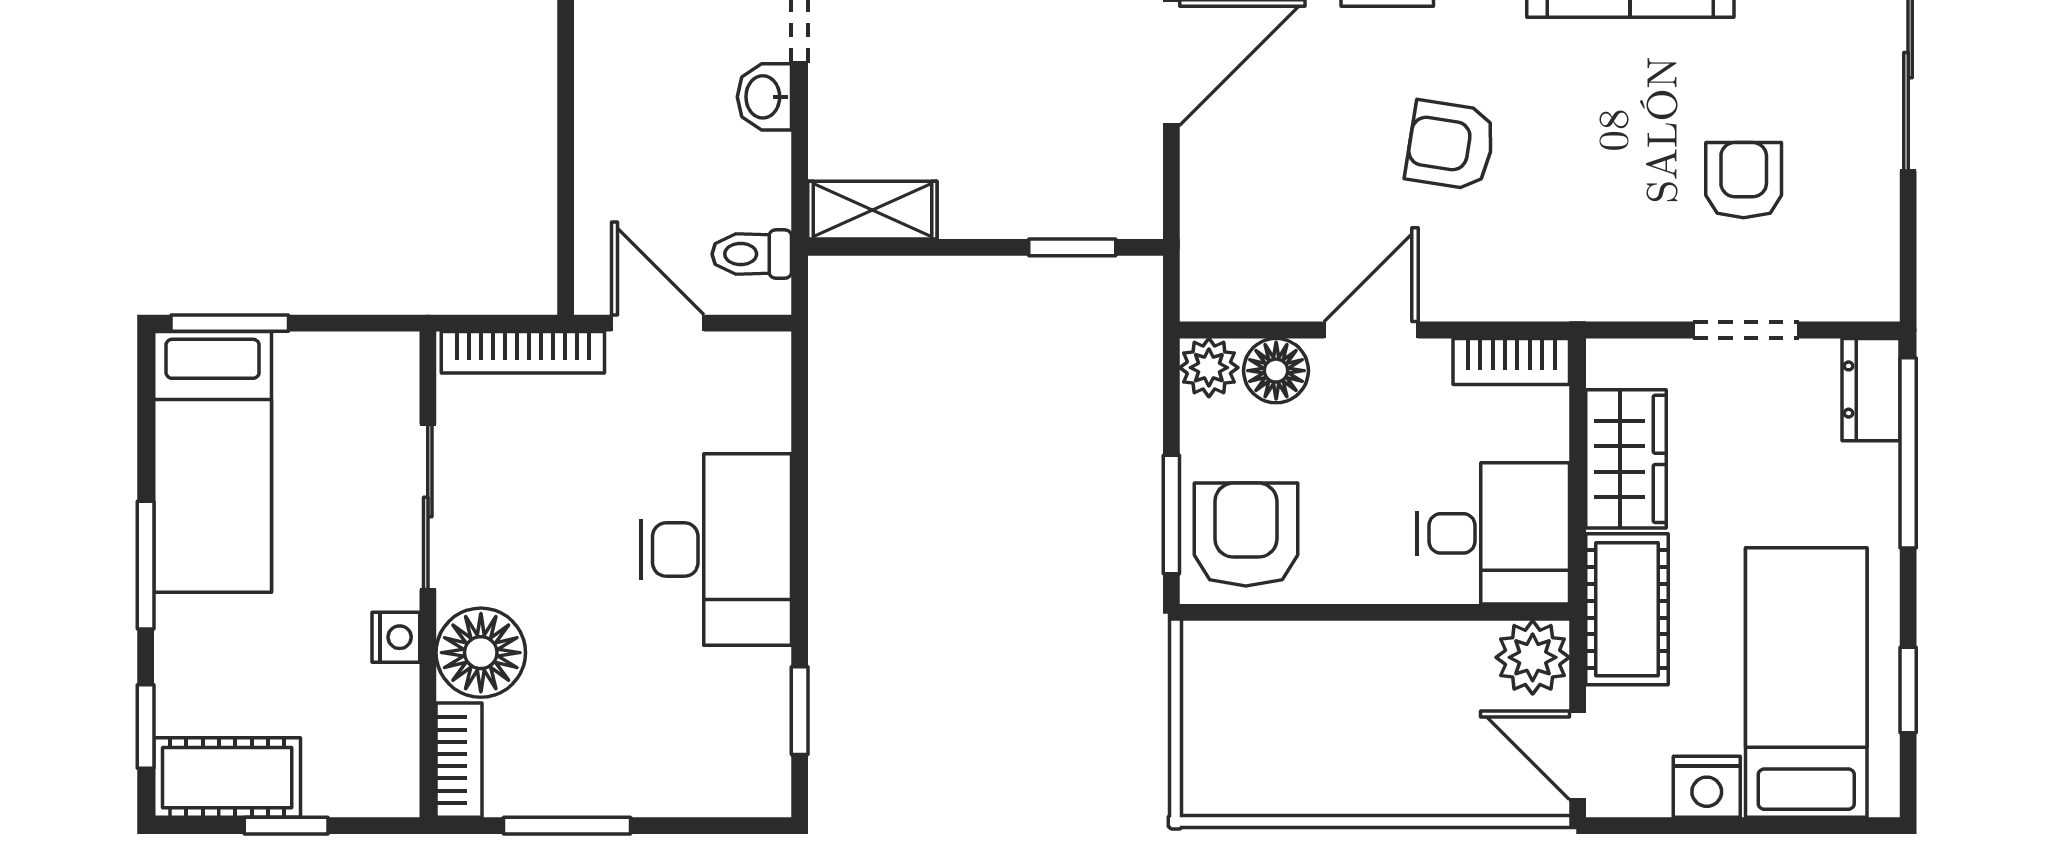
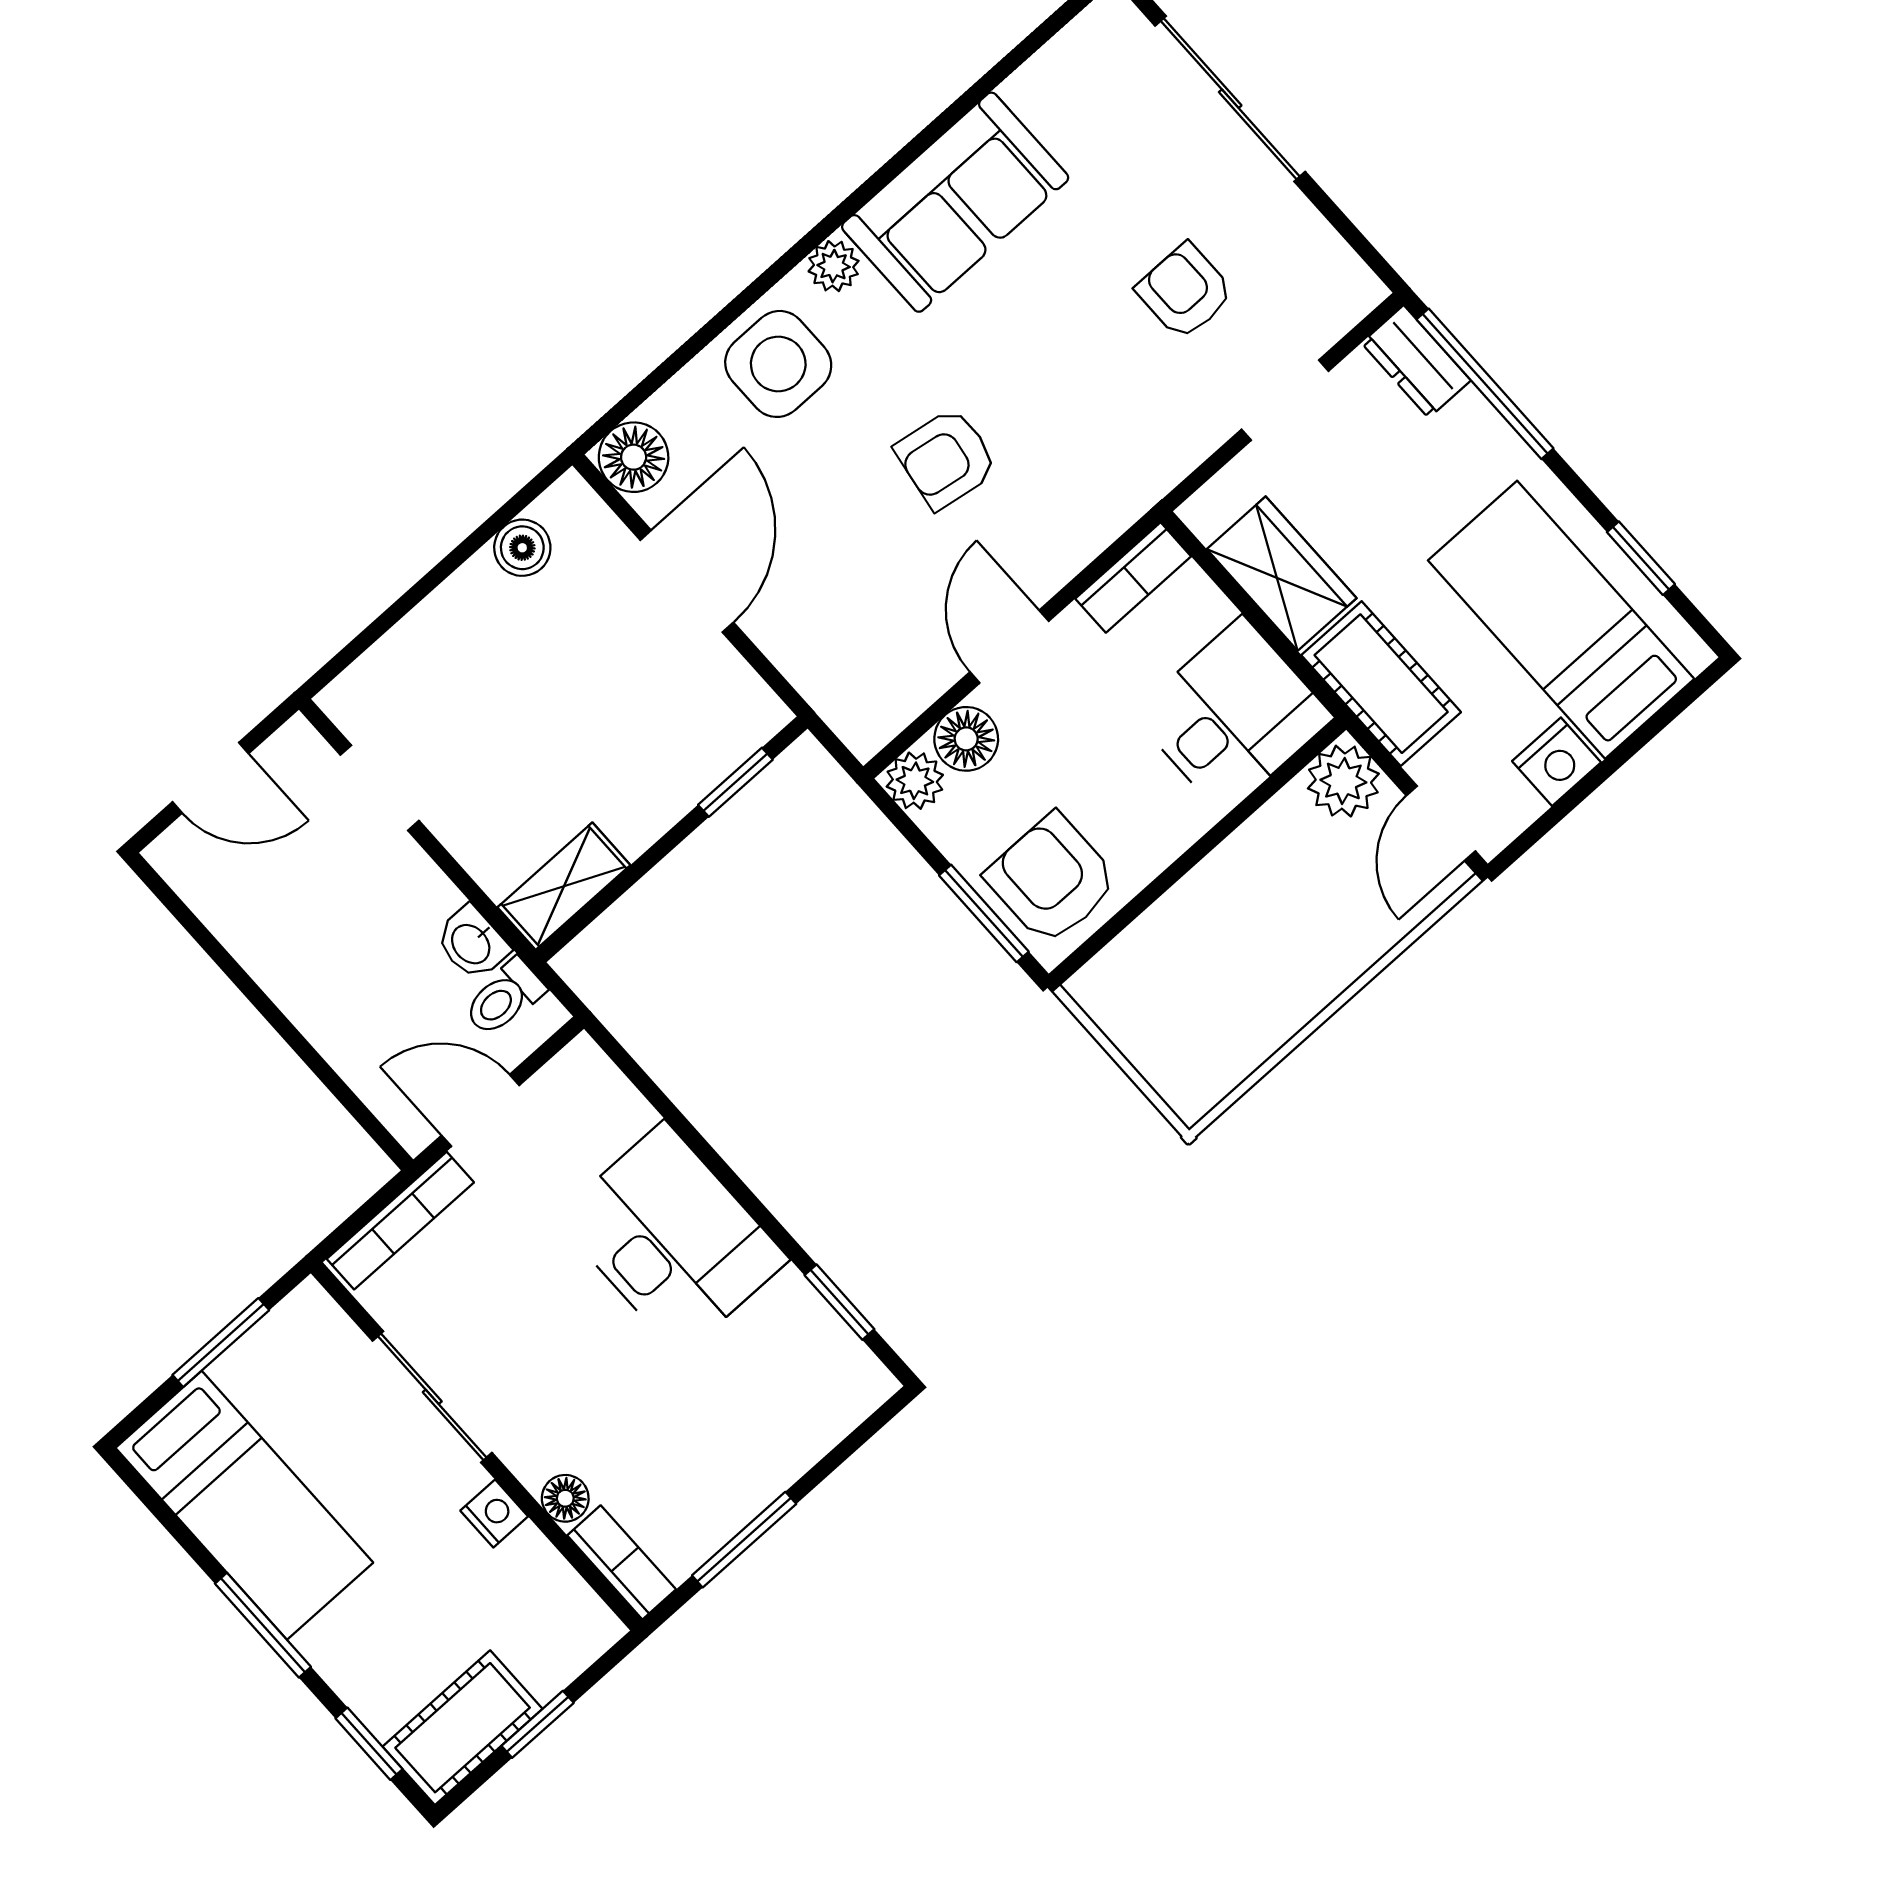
washbasin: (764, 97) -> (472, 943), moved
window: (230, 323) -> (221, 1343), moved
floor lamp: (481, 653) -> (565, 1498), width x0.53, depth x0.53
door: (1578, 755) -> (1441, 823), hinge flipped

